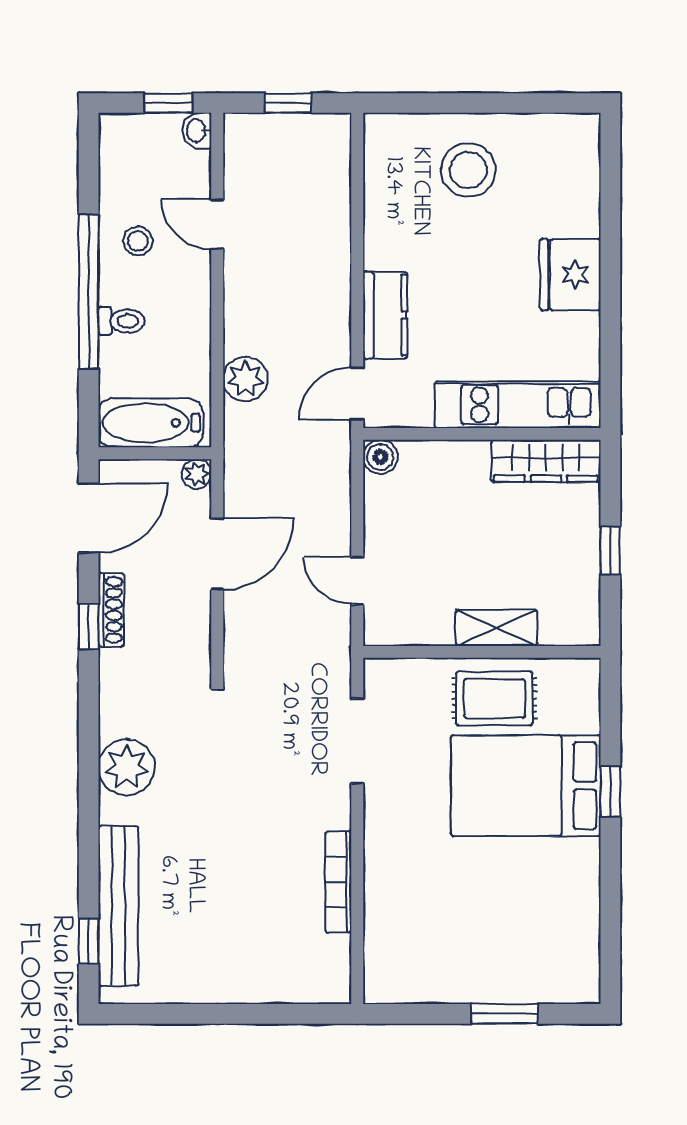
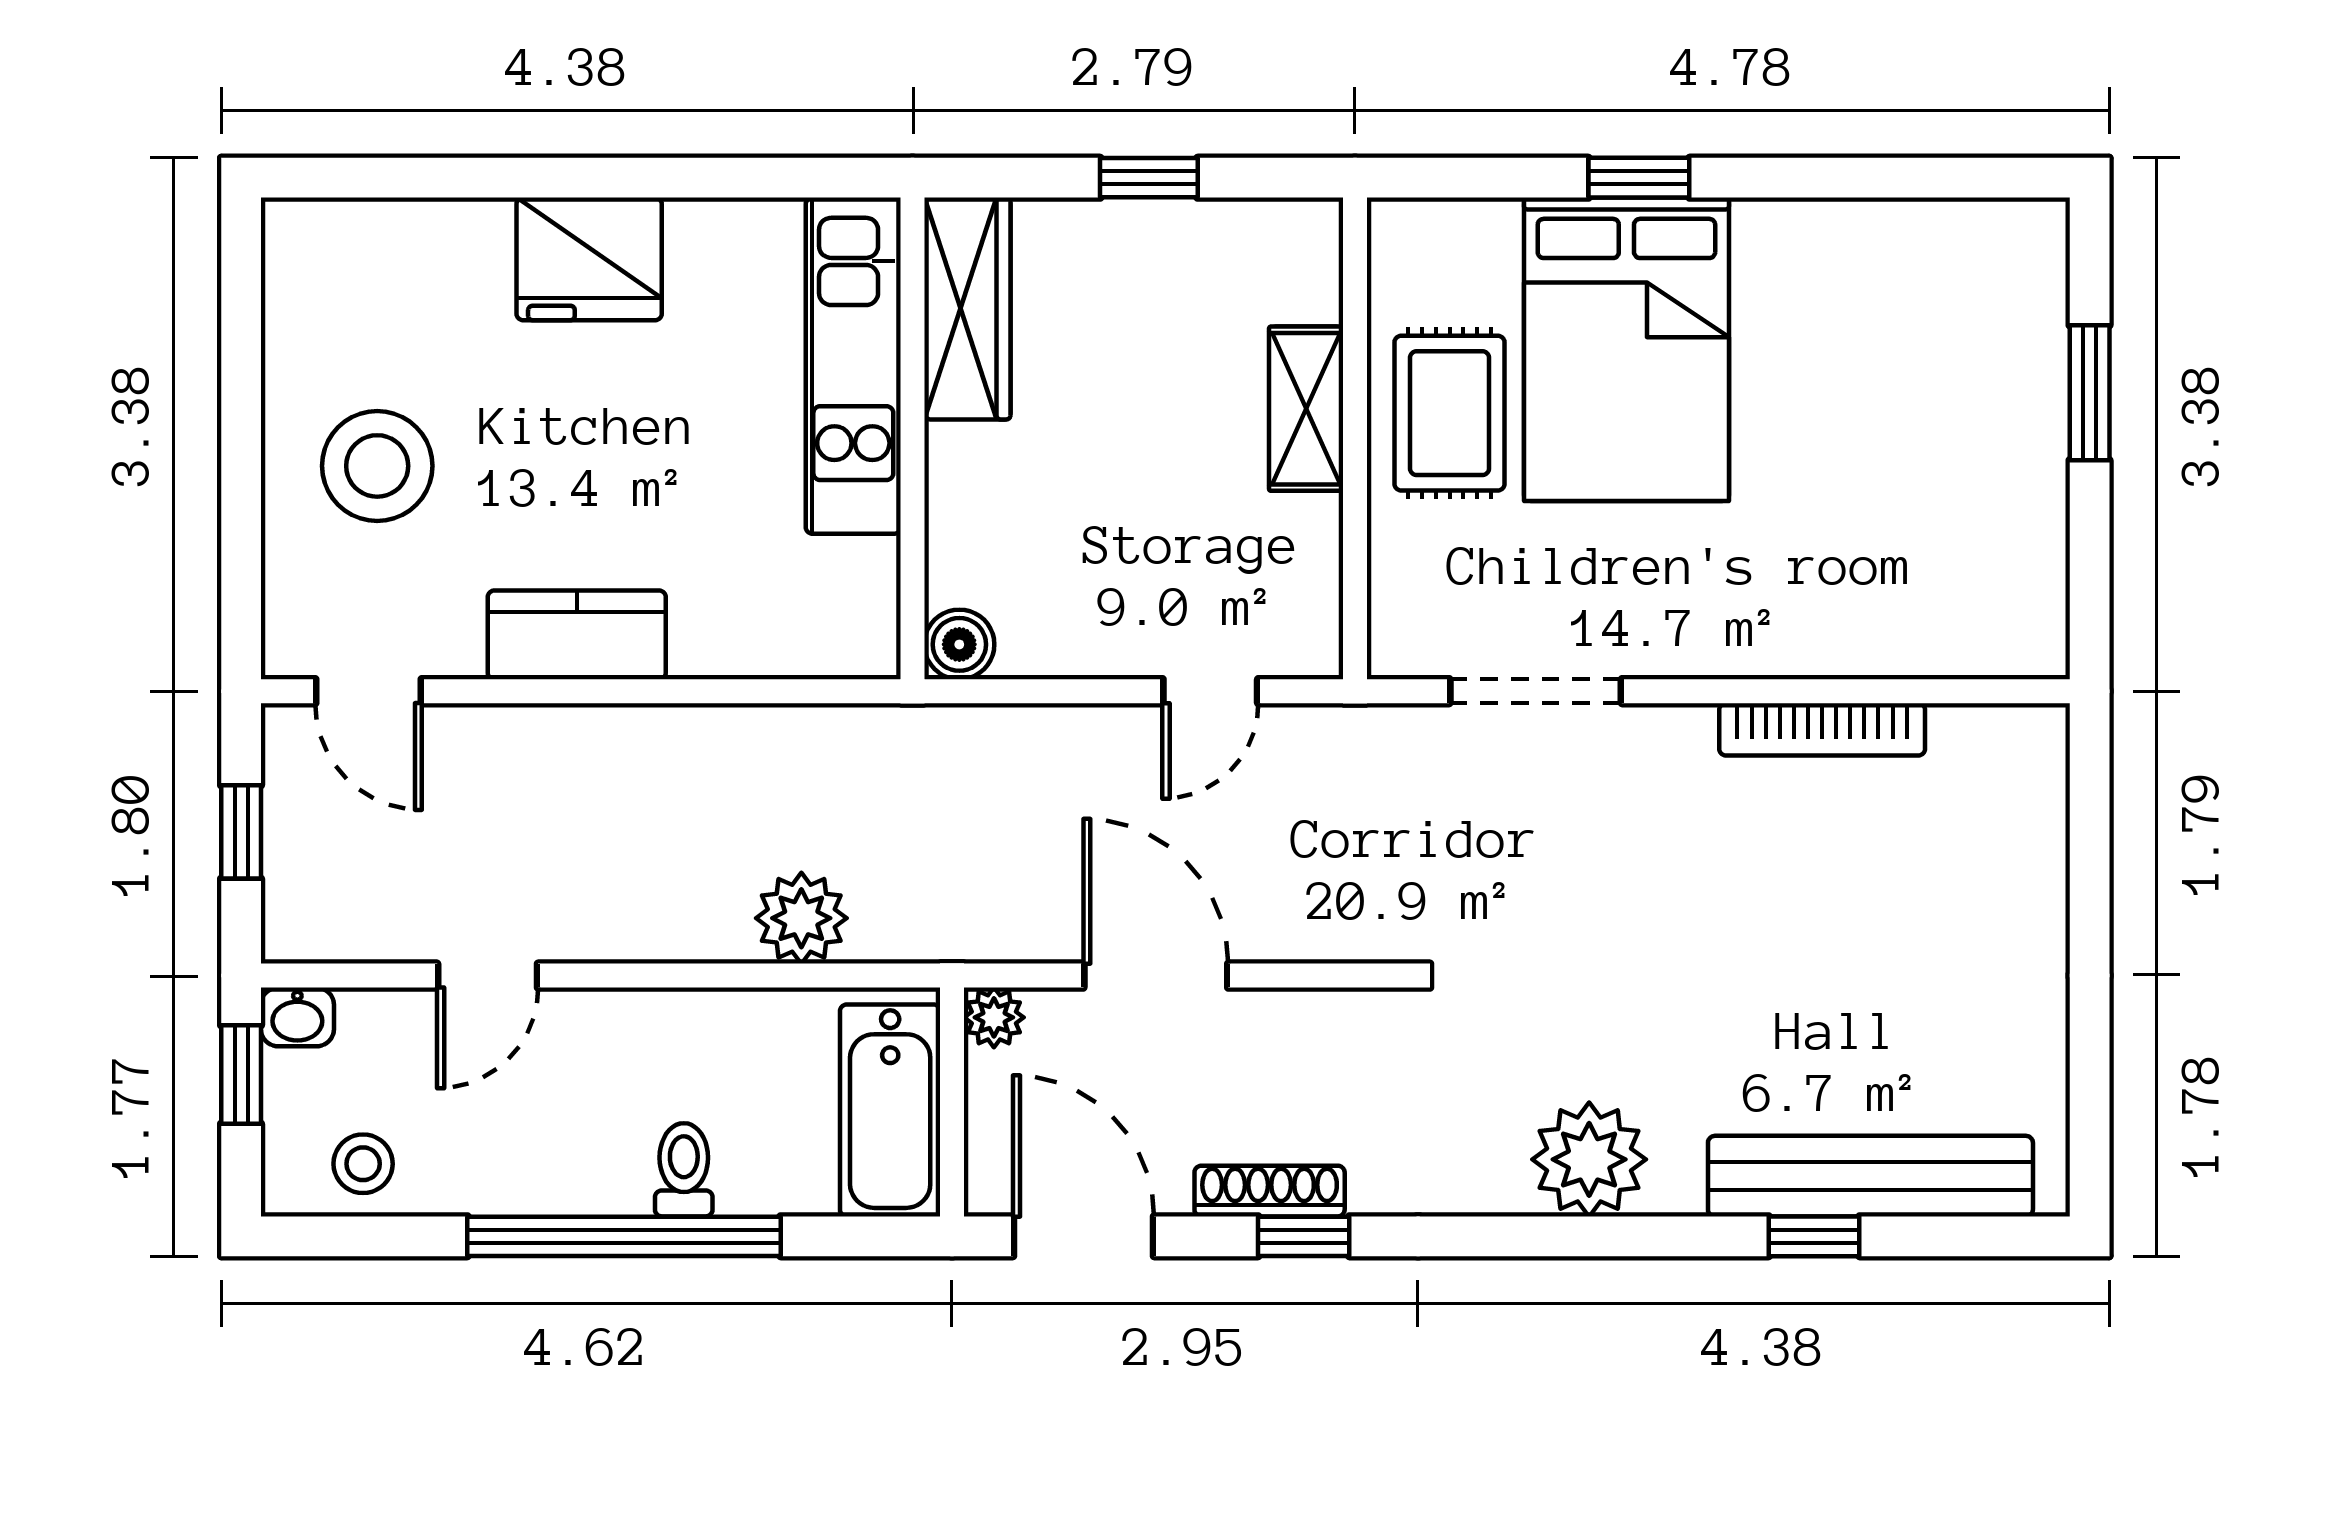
stool: (138, 241) -> (363, 1164), moved
kitchen counter: (385, 315) -> (577, 635), moved
door: (357, 394) -> (369, 691), moved
window: (89, 941) -> (1814, 1236), moved

